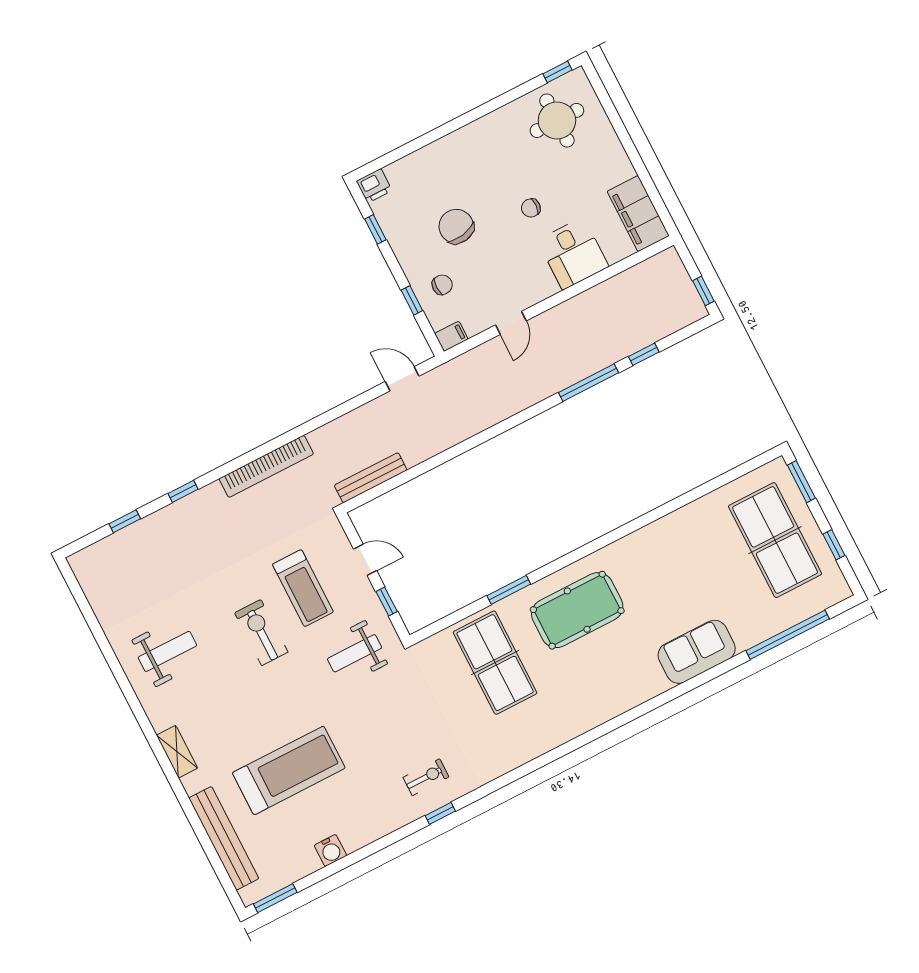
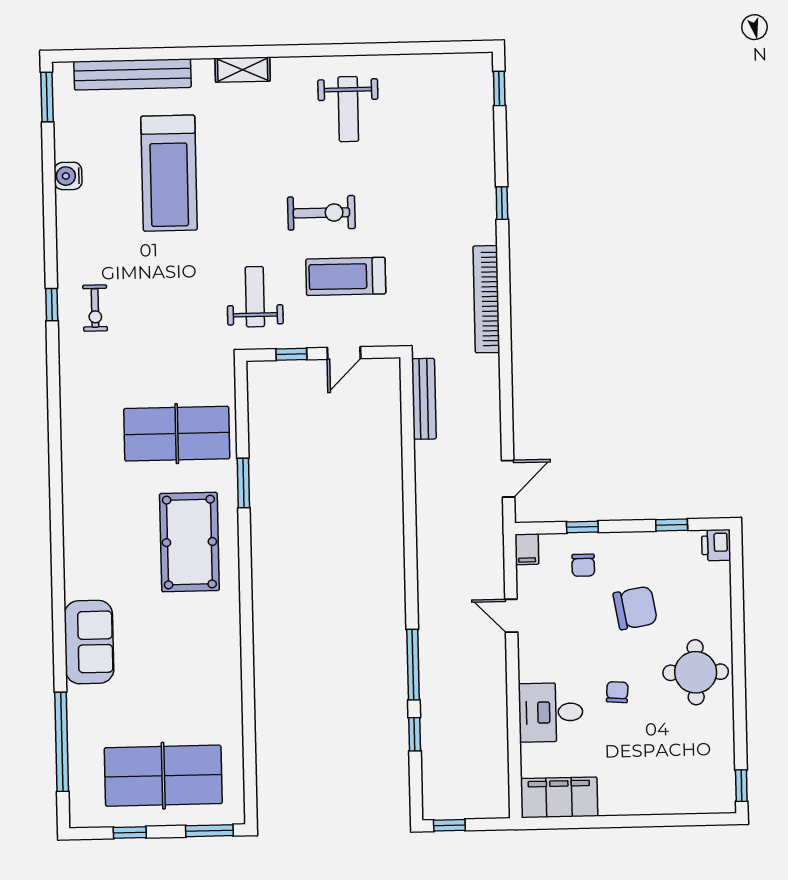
round table: (557, 120) -> (696, 672), moved
window: (125, 521) -> (499, 88), moved

